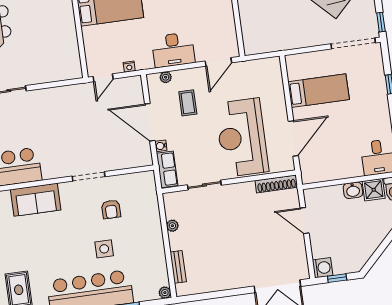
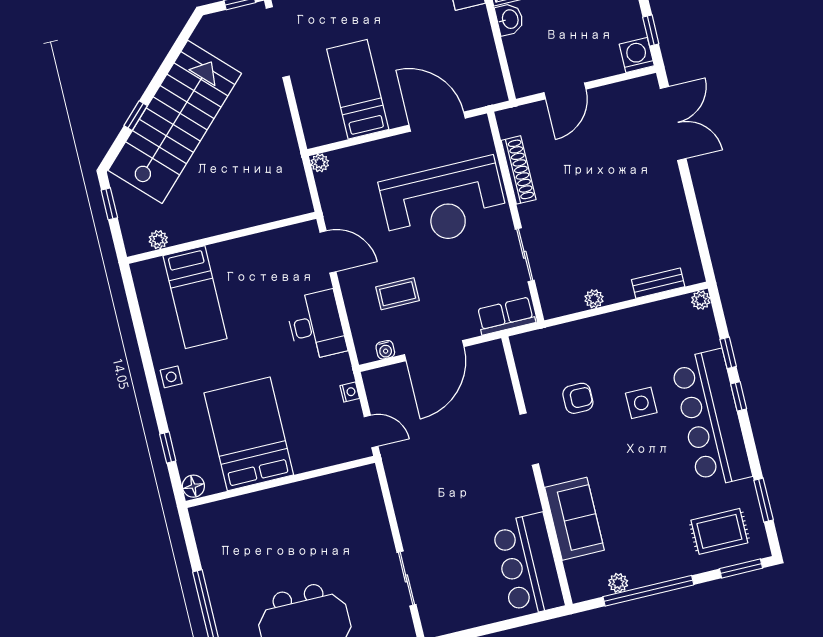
plant: (166, 77) -> (320, 163), moved
water cooler: (161, 146) -> (385, 350), moved
shoe rack: (276, 184) -> (519, 170), moved

